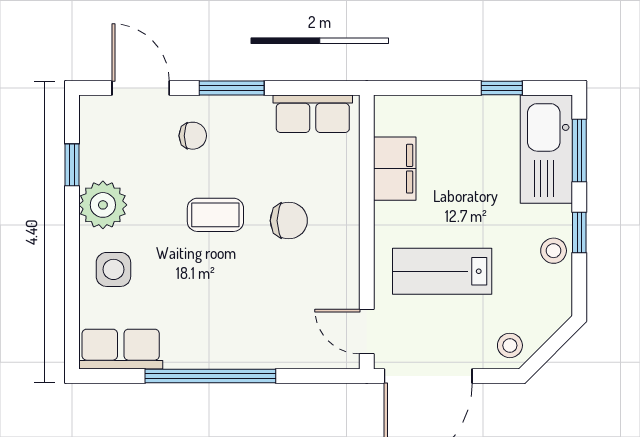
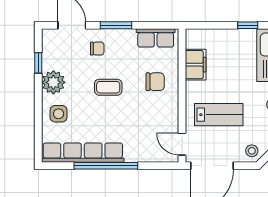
chair: (289, 221) -> (155, 82), moved
lab bench: (442, 271) -> (219, 115), turned 180
row of seats: (121, 349) -> (83, 153), width x2.02

